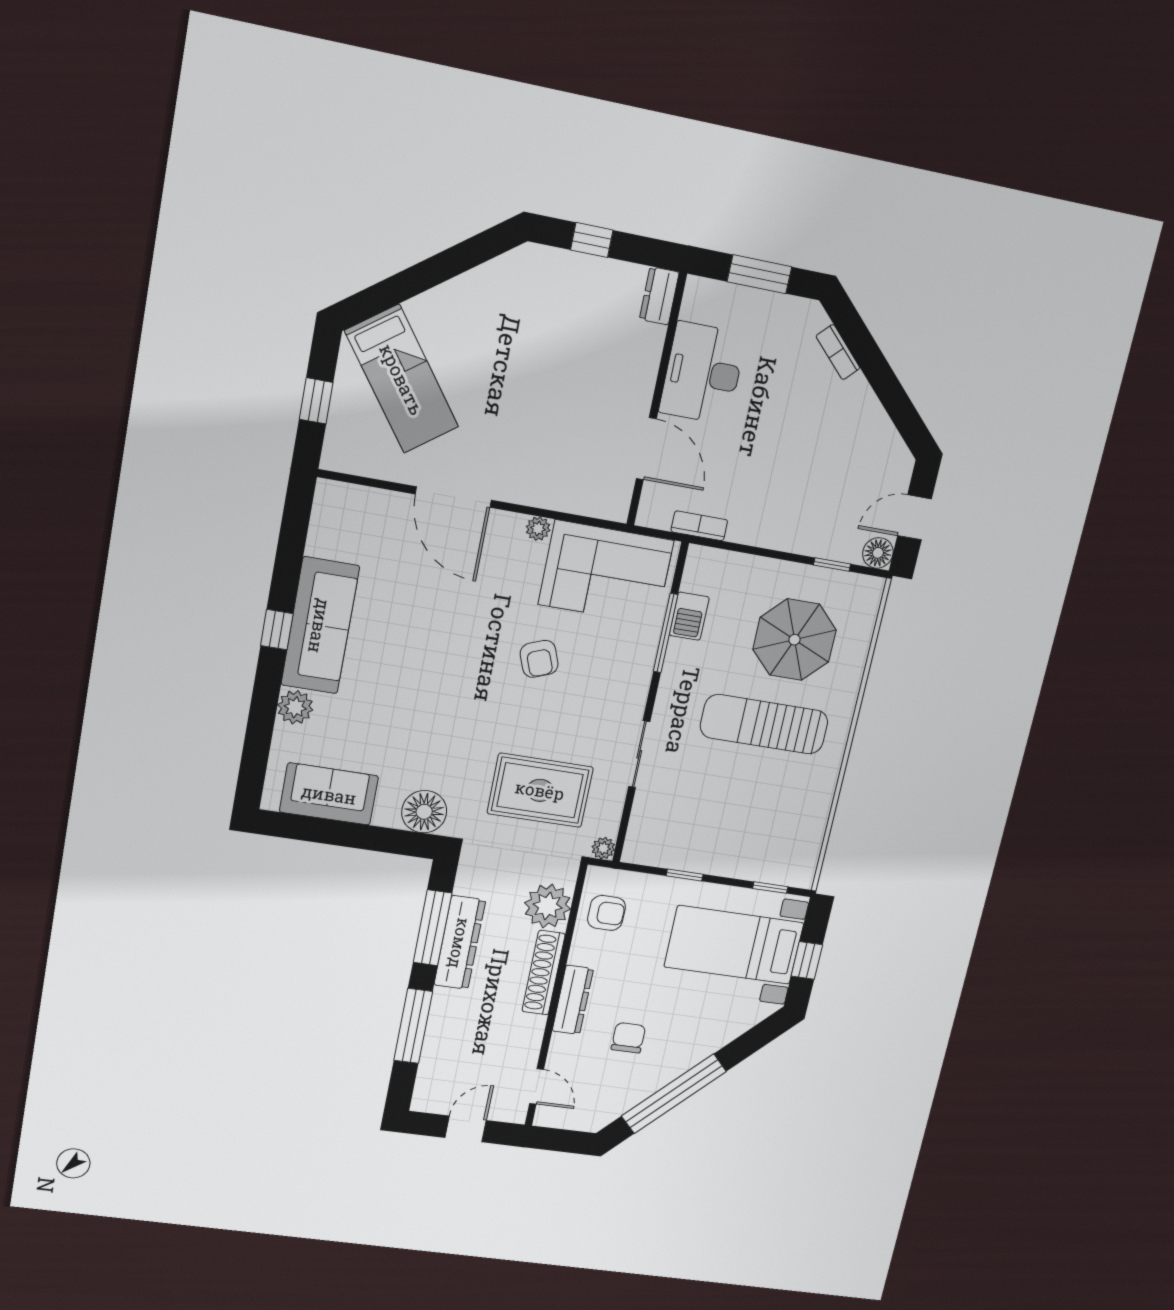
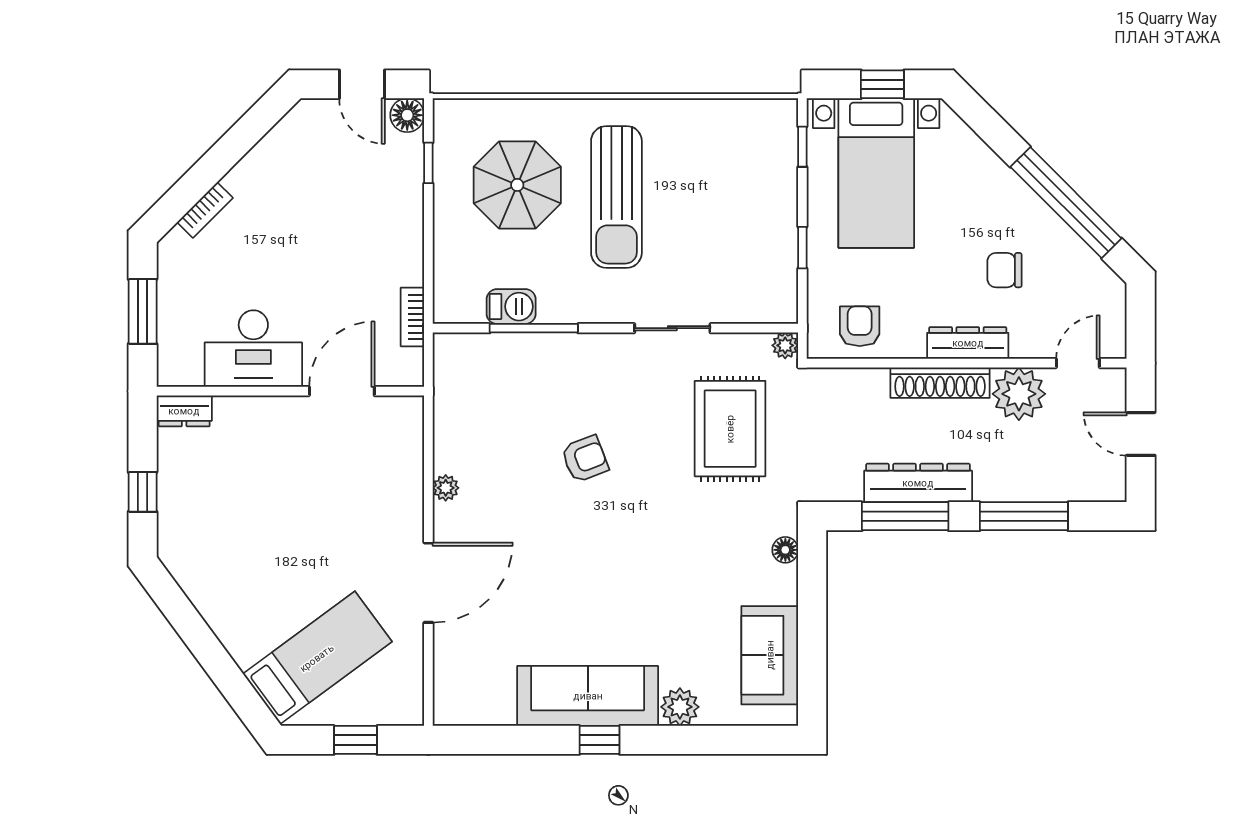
corner sofa: (606, 572) -> (479, 406), removed
floor lamp: (424, 812) -> (785, 550), width x0.53, depth x0.53
plant: (548, 906) -> (1019, 394), moved

